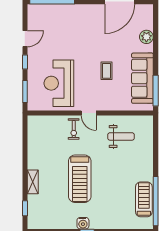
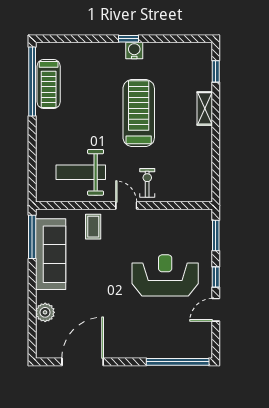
coffee table: (107, 71) -> (93, 227), moved
reception desk: (59, 83) -> (165, 275), moved, turned -90
weight bench: (121, 136) -> (81, 172), width x1.36, depth x1.33

